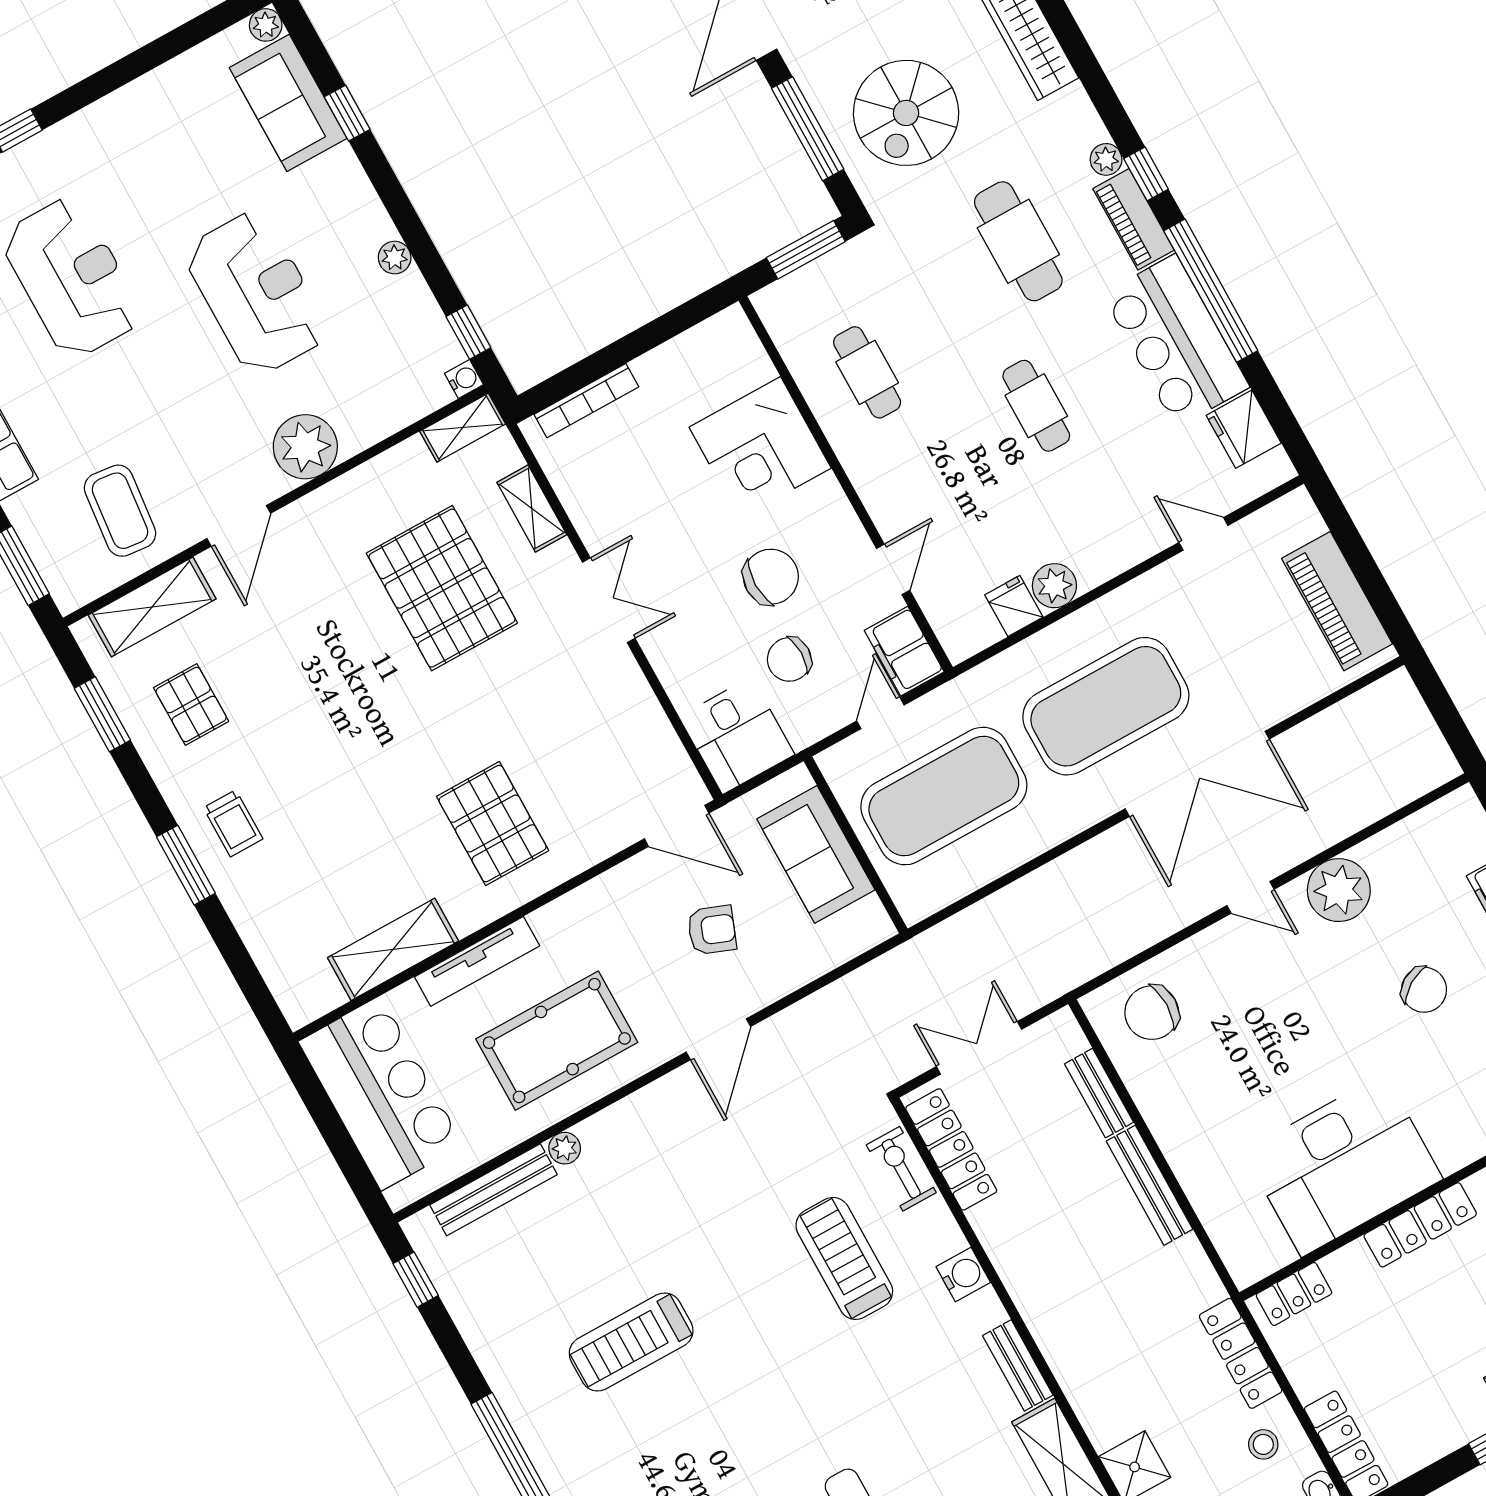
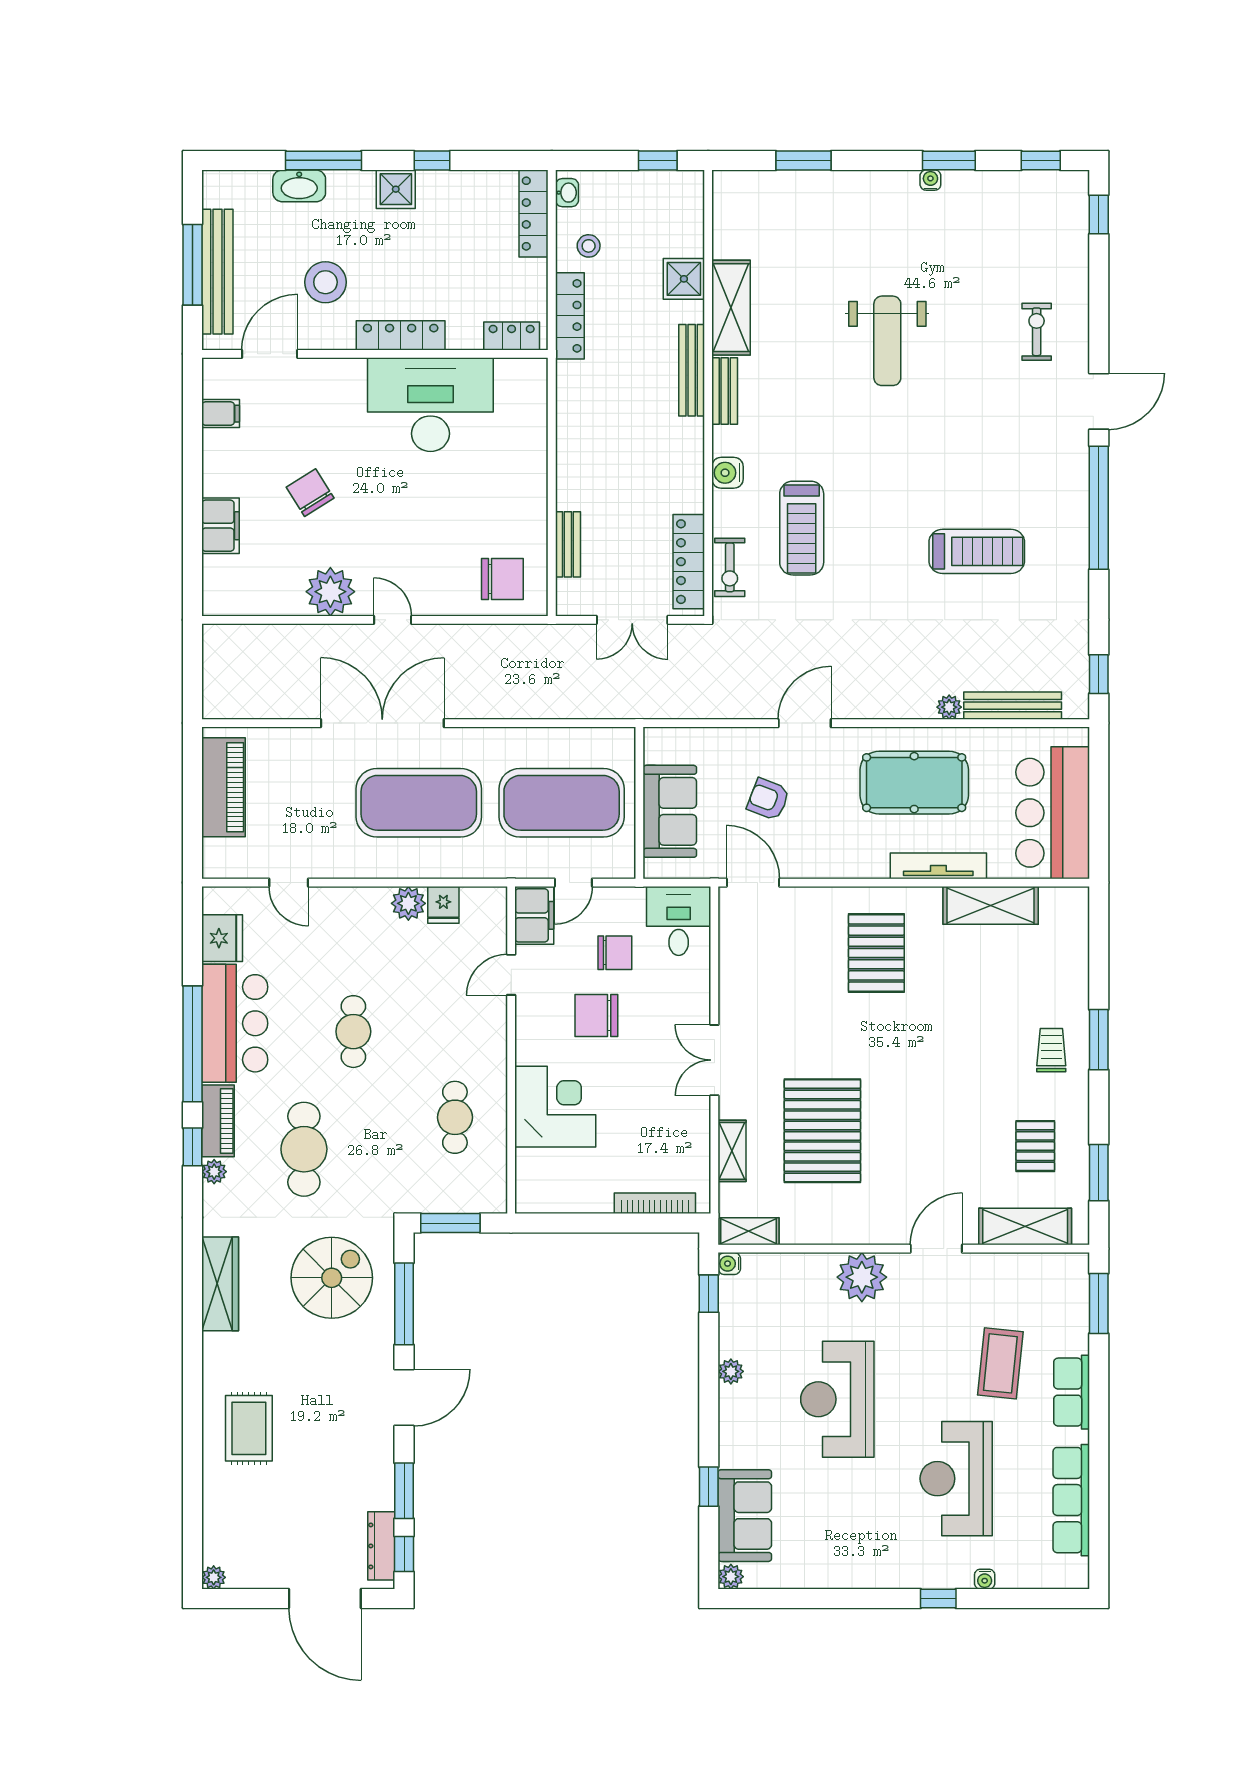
coffee table: (120, 511) -> (1000, 1363), moved
bench: (1150, 1185) -> (692, 370), moved

